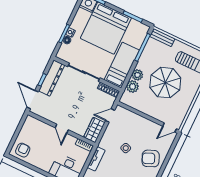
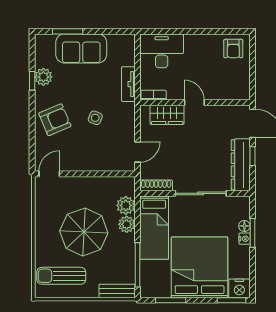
wardrobe: (94, 130) -> (167, 115), moved, turned 90

